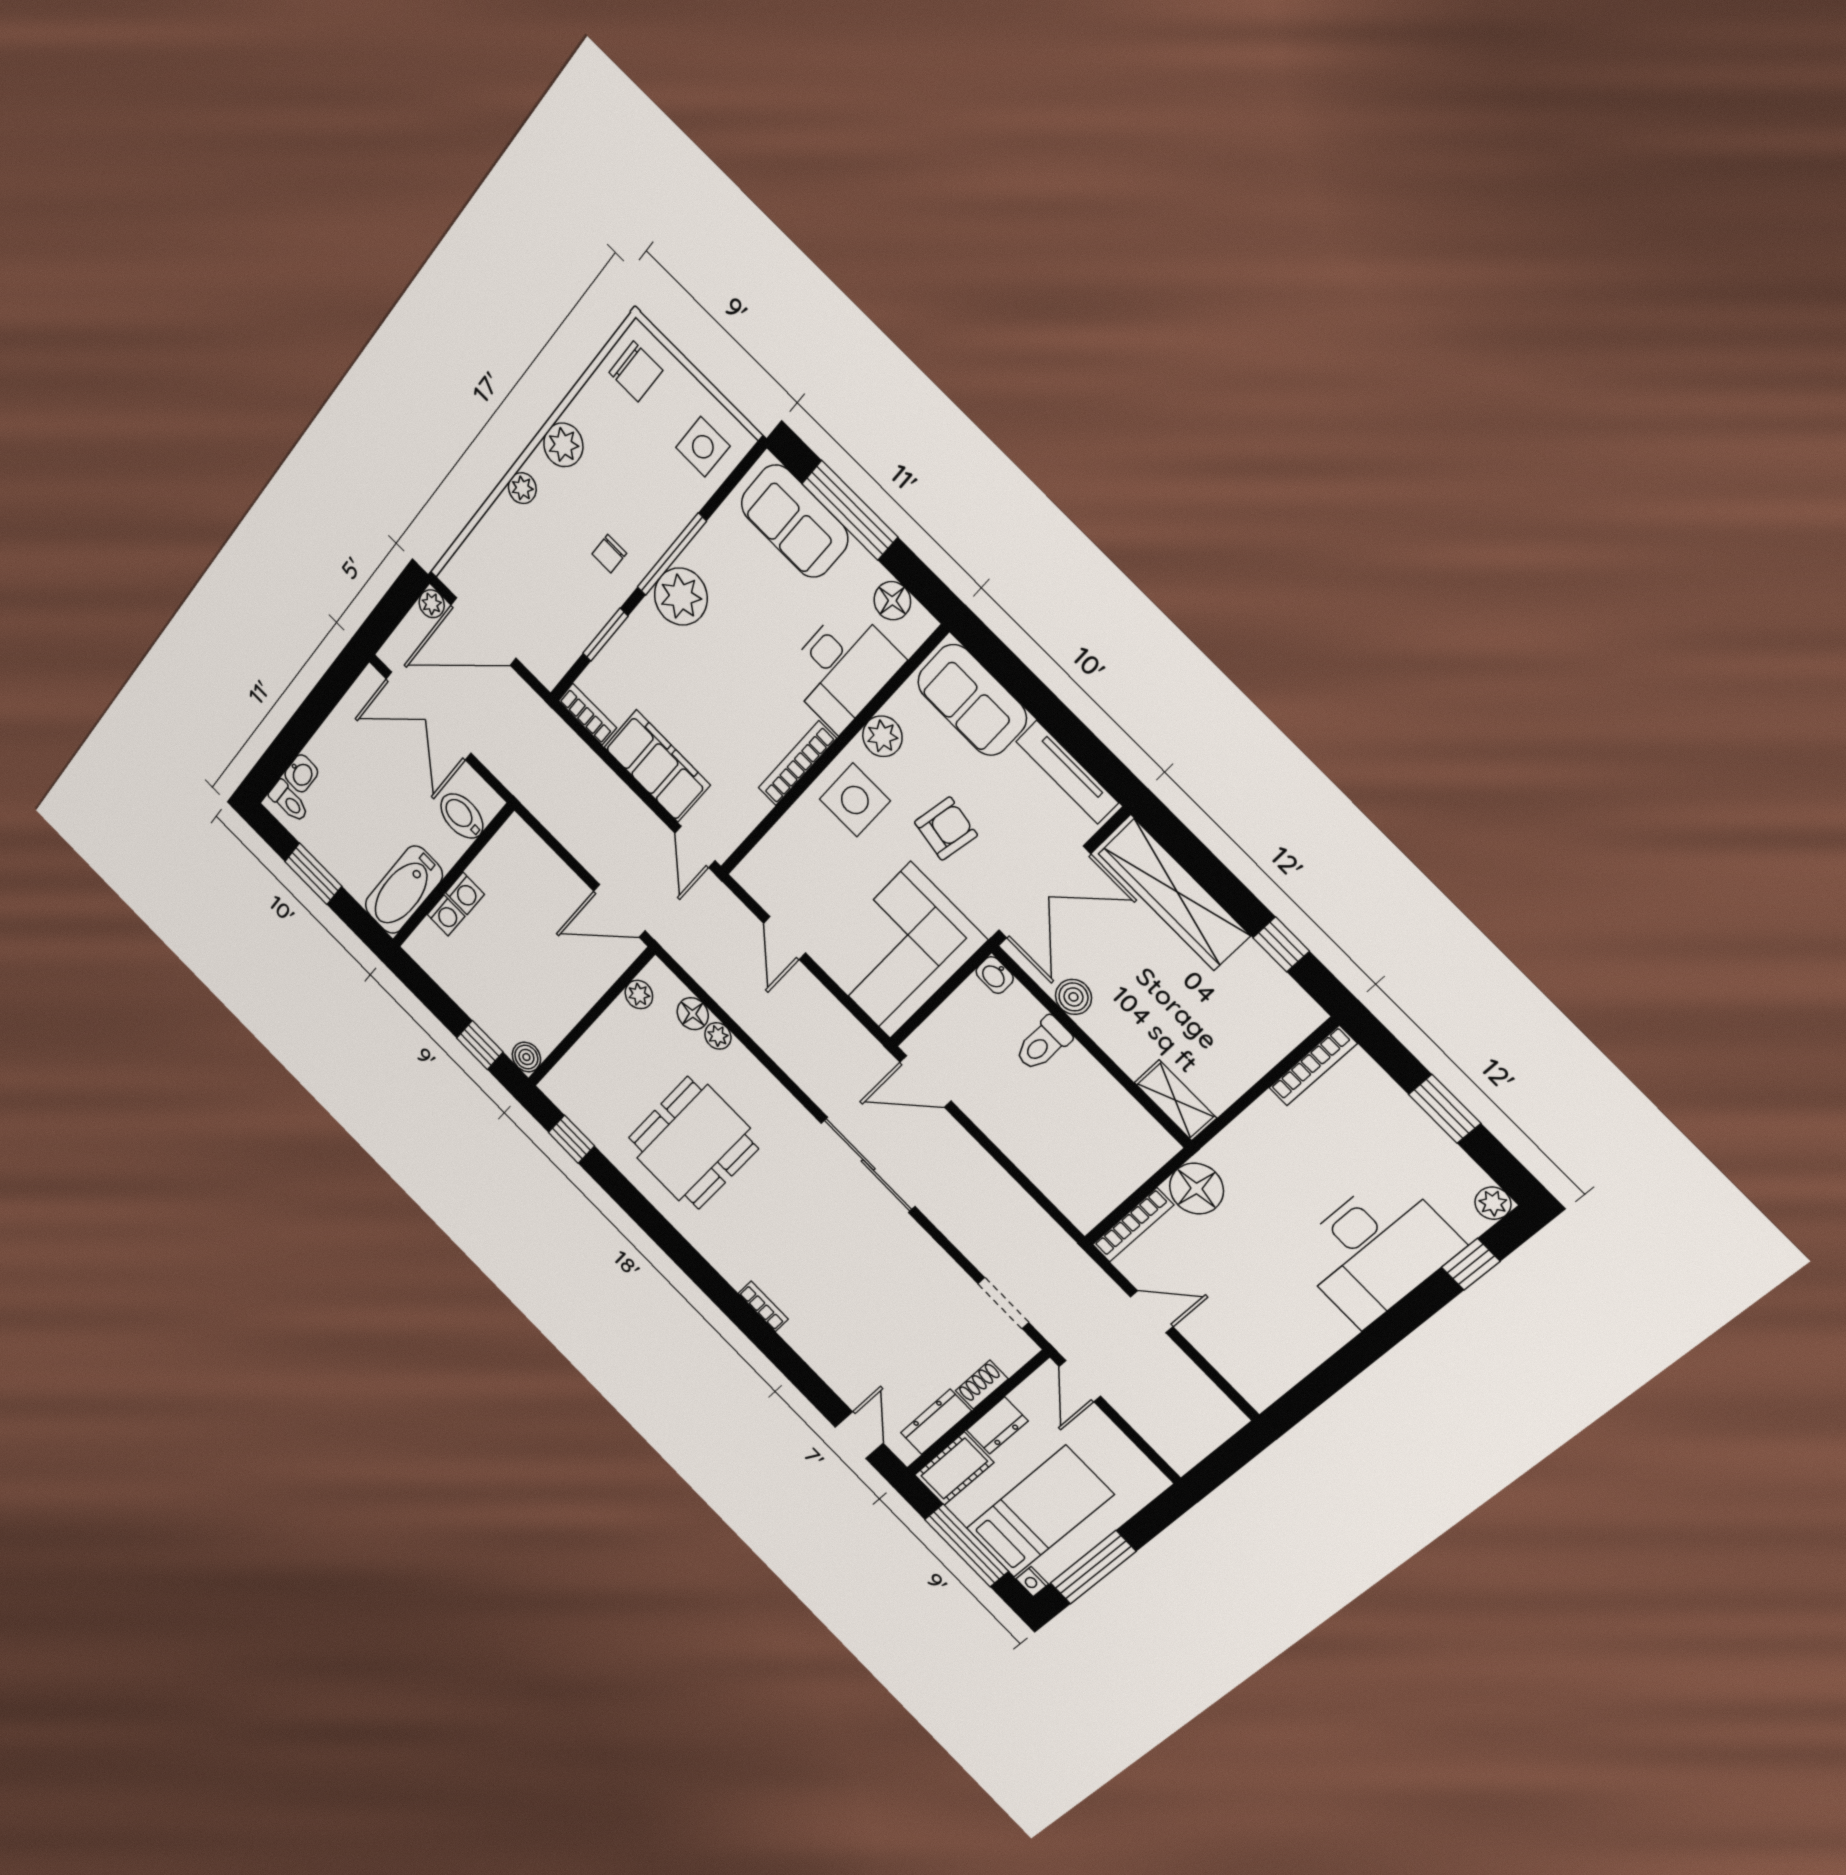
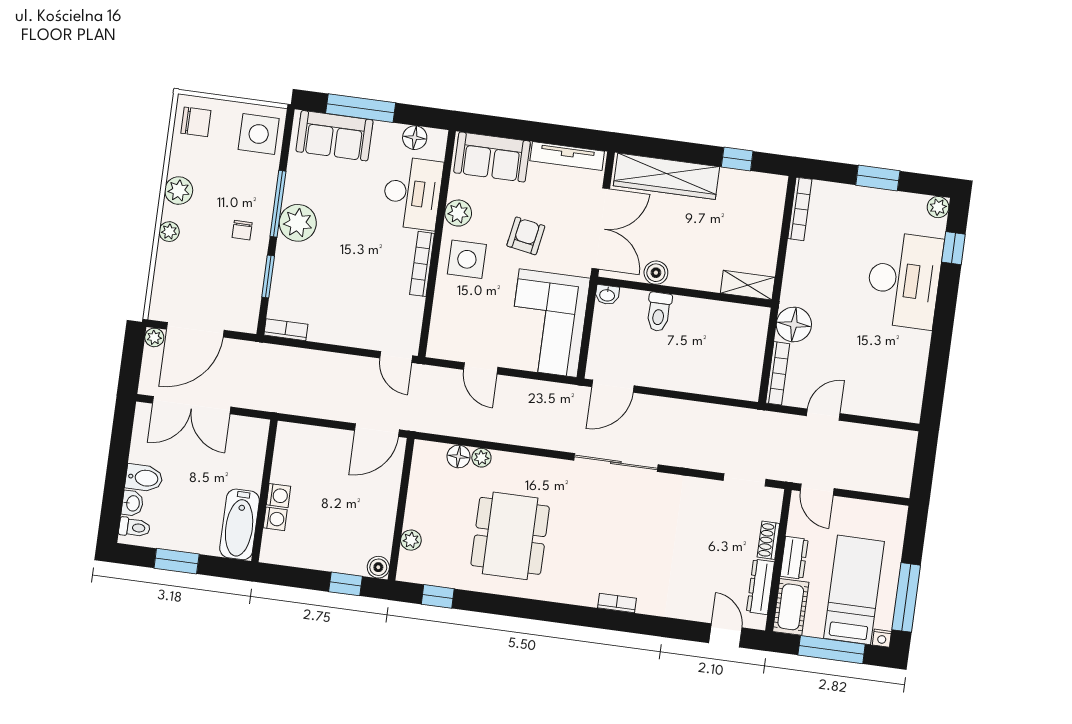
side table: (703, 447) -> (259, 134), width x1.37, depth x1.37
filing cabinet: (657, 766) -> (345, 328), removed
bidet: (462, 816) -> (144, 478), moved, turned 180
plant: (639, 995) -> (411, 540), moved

